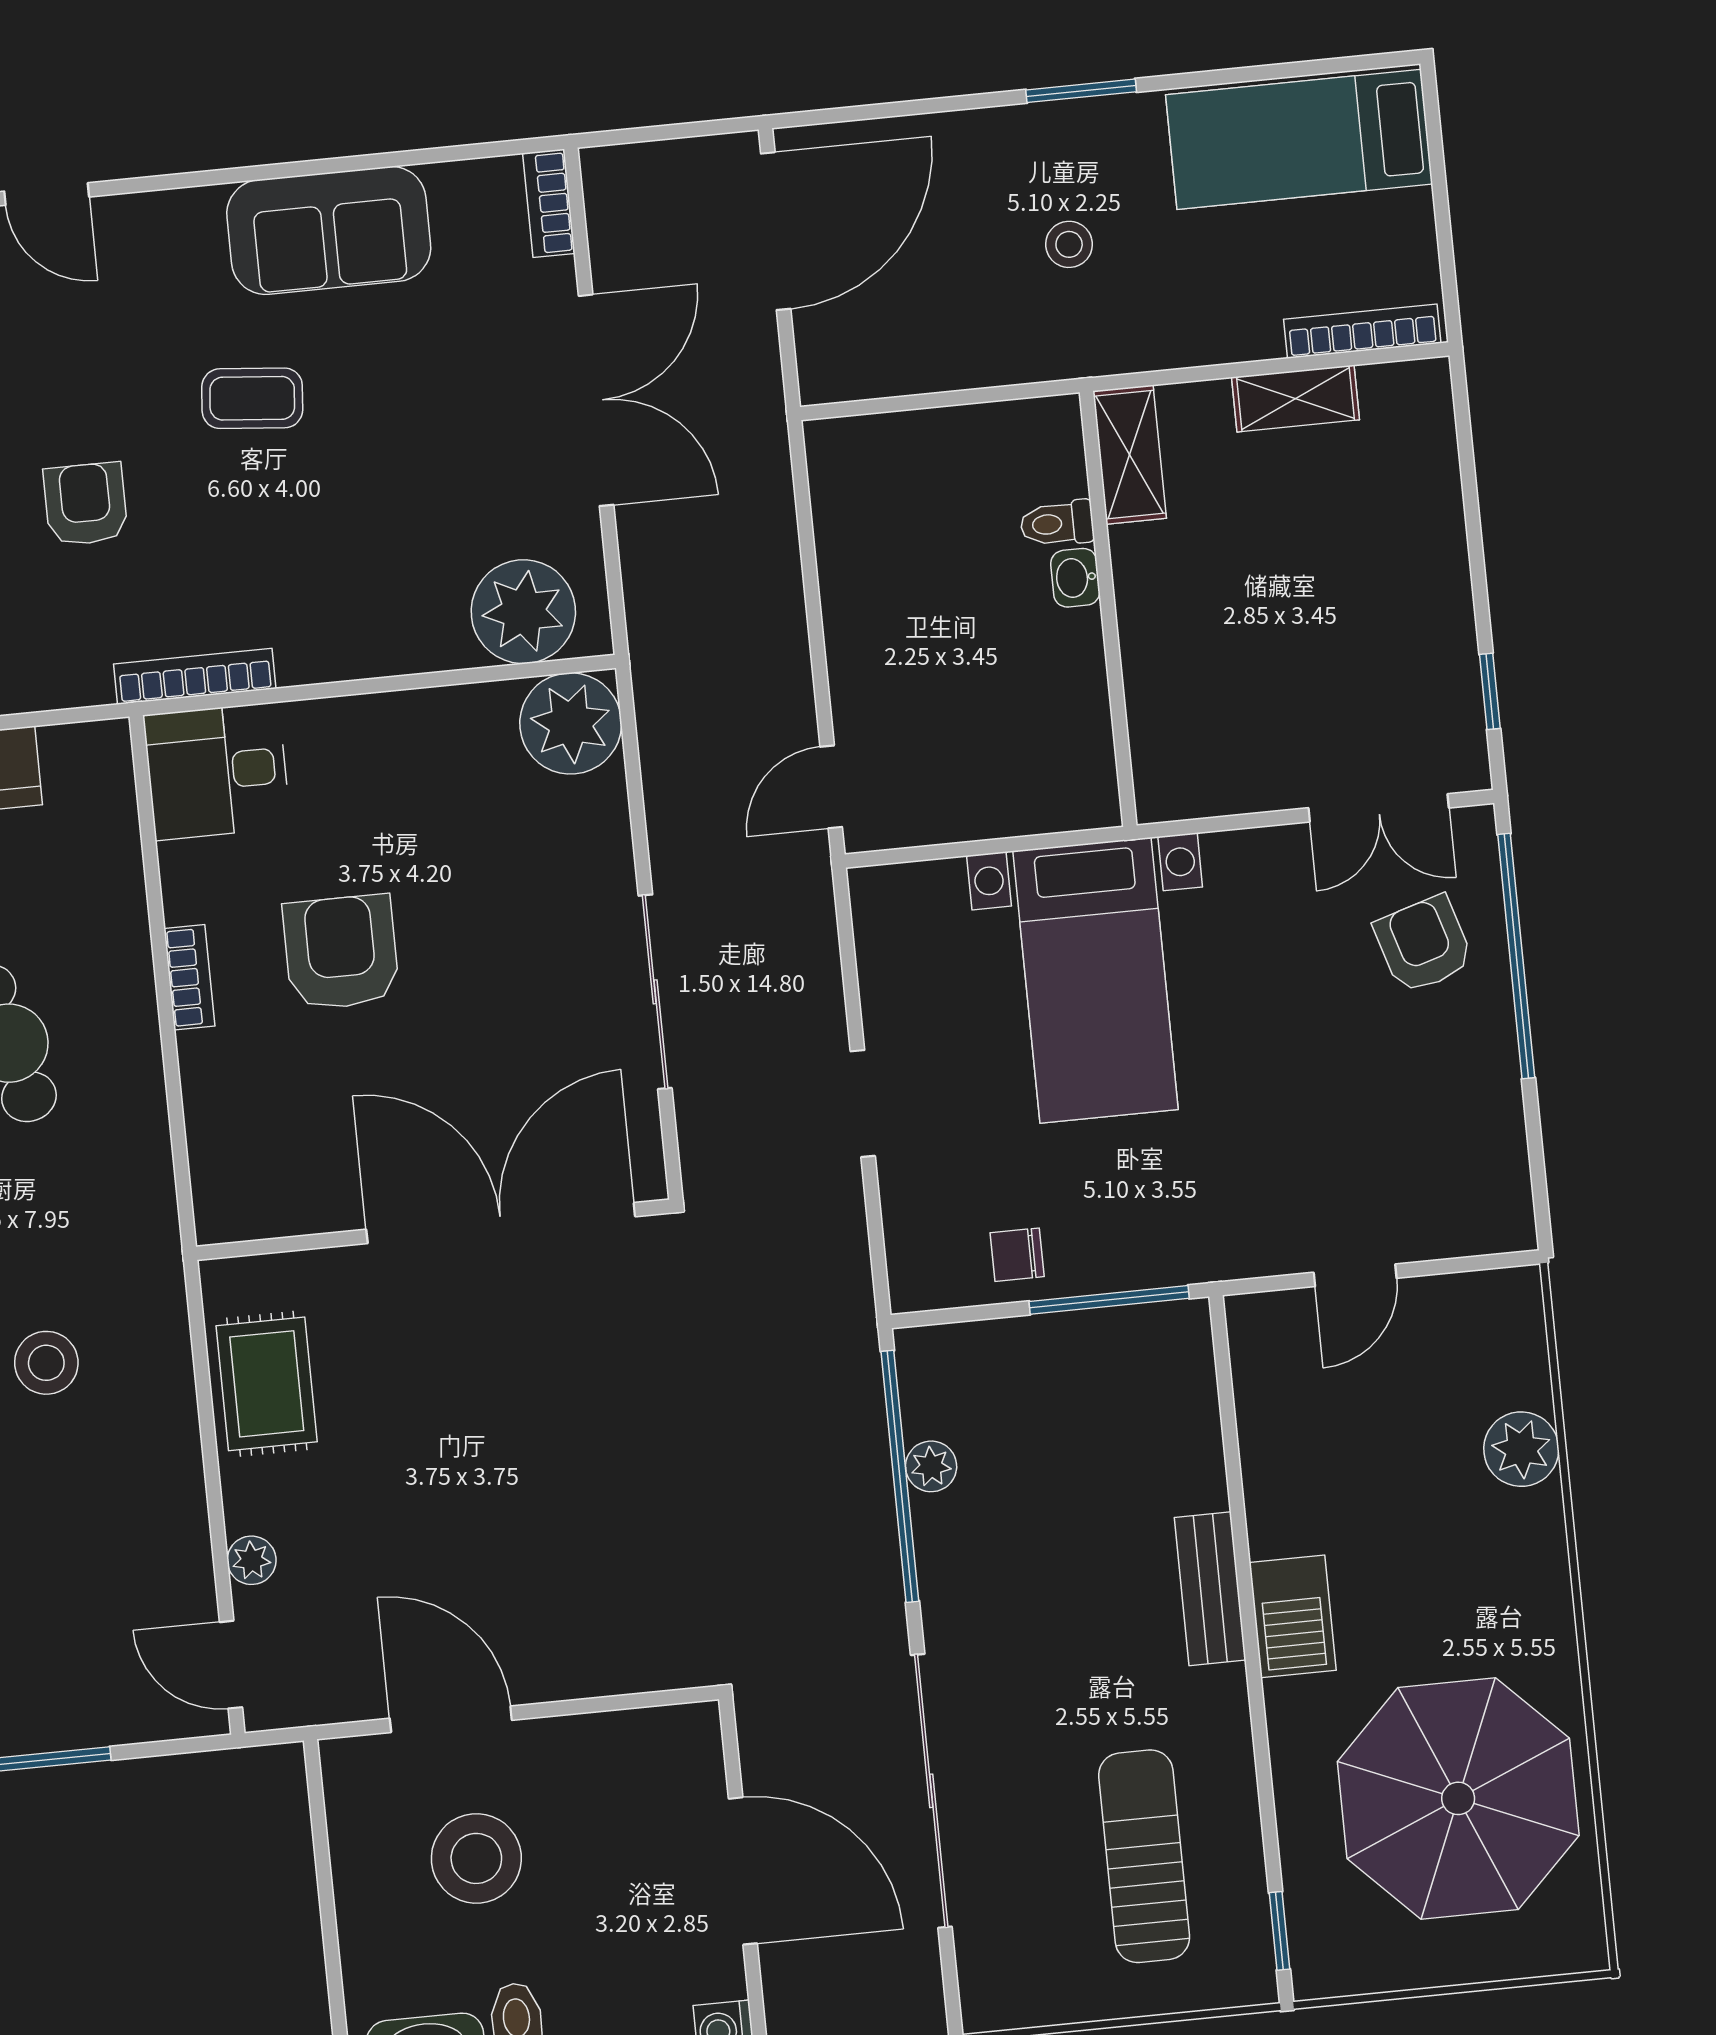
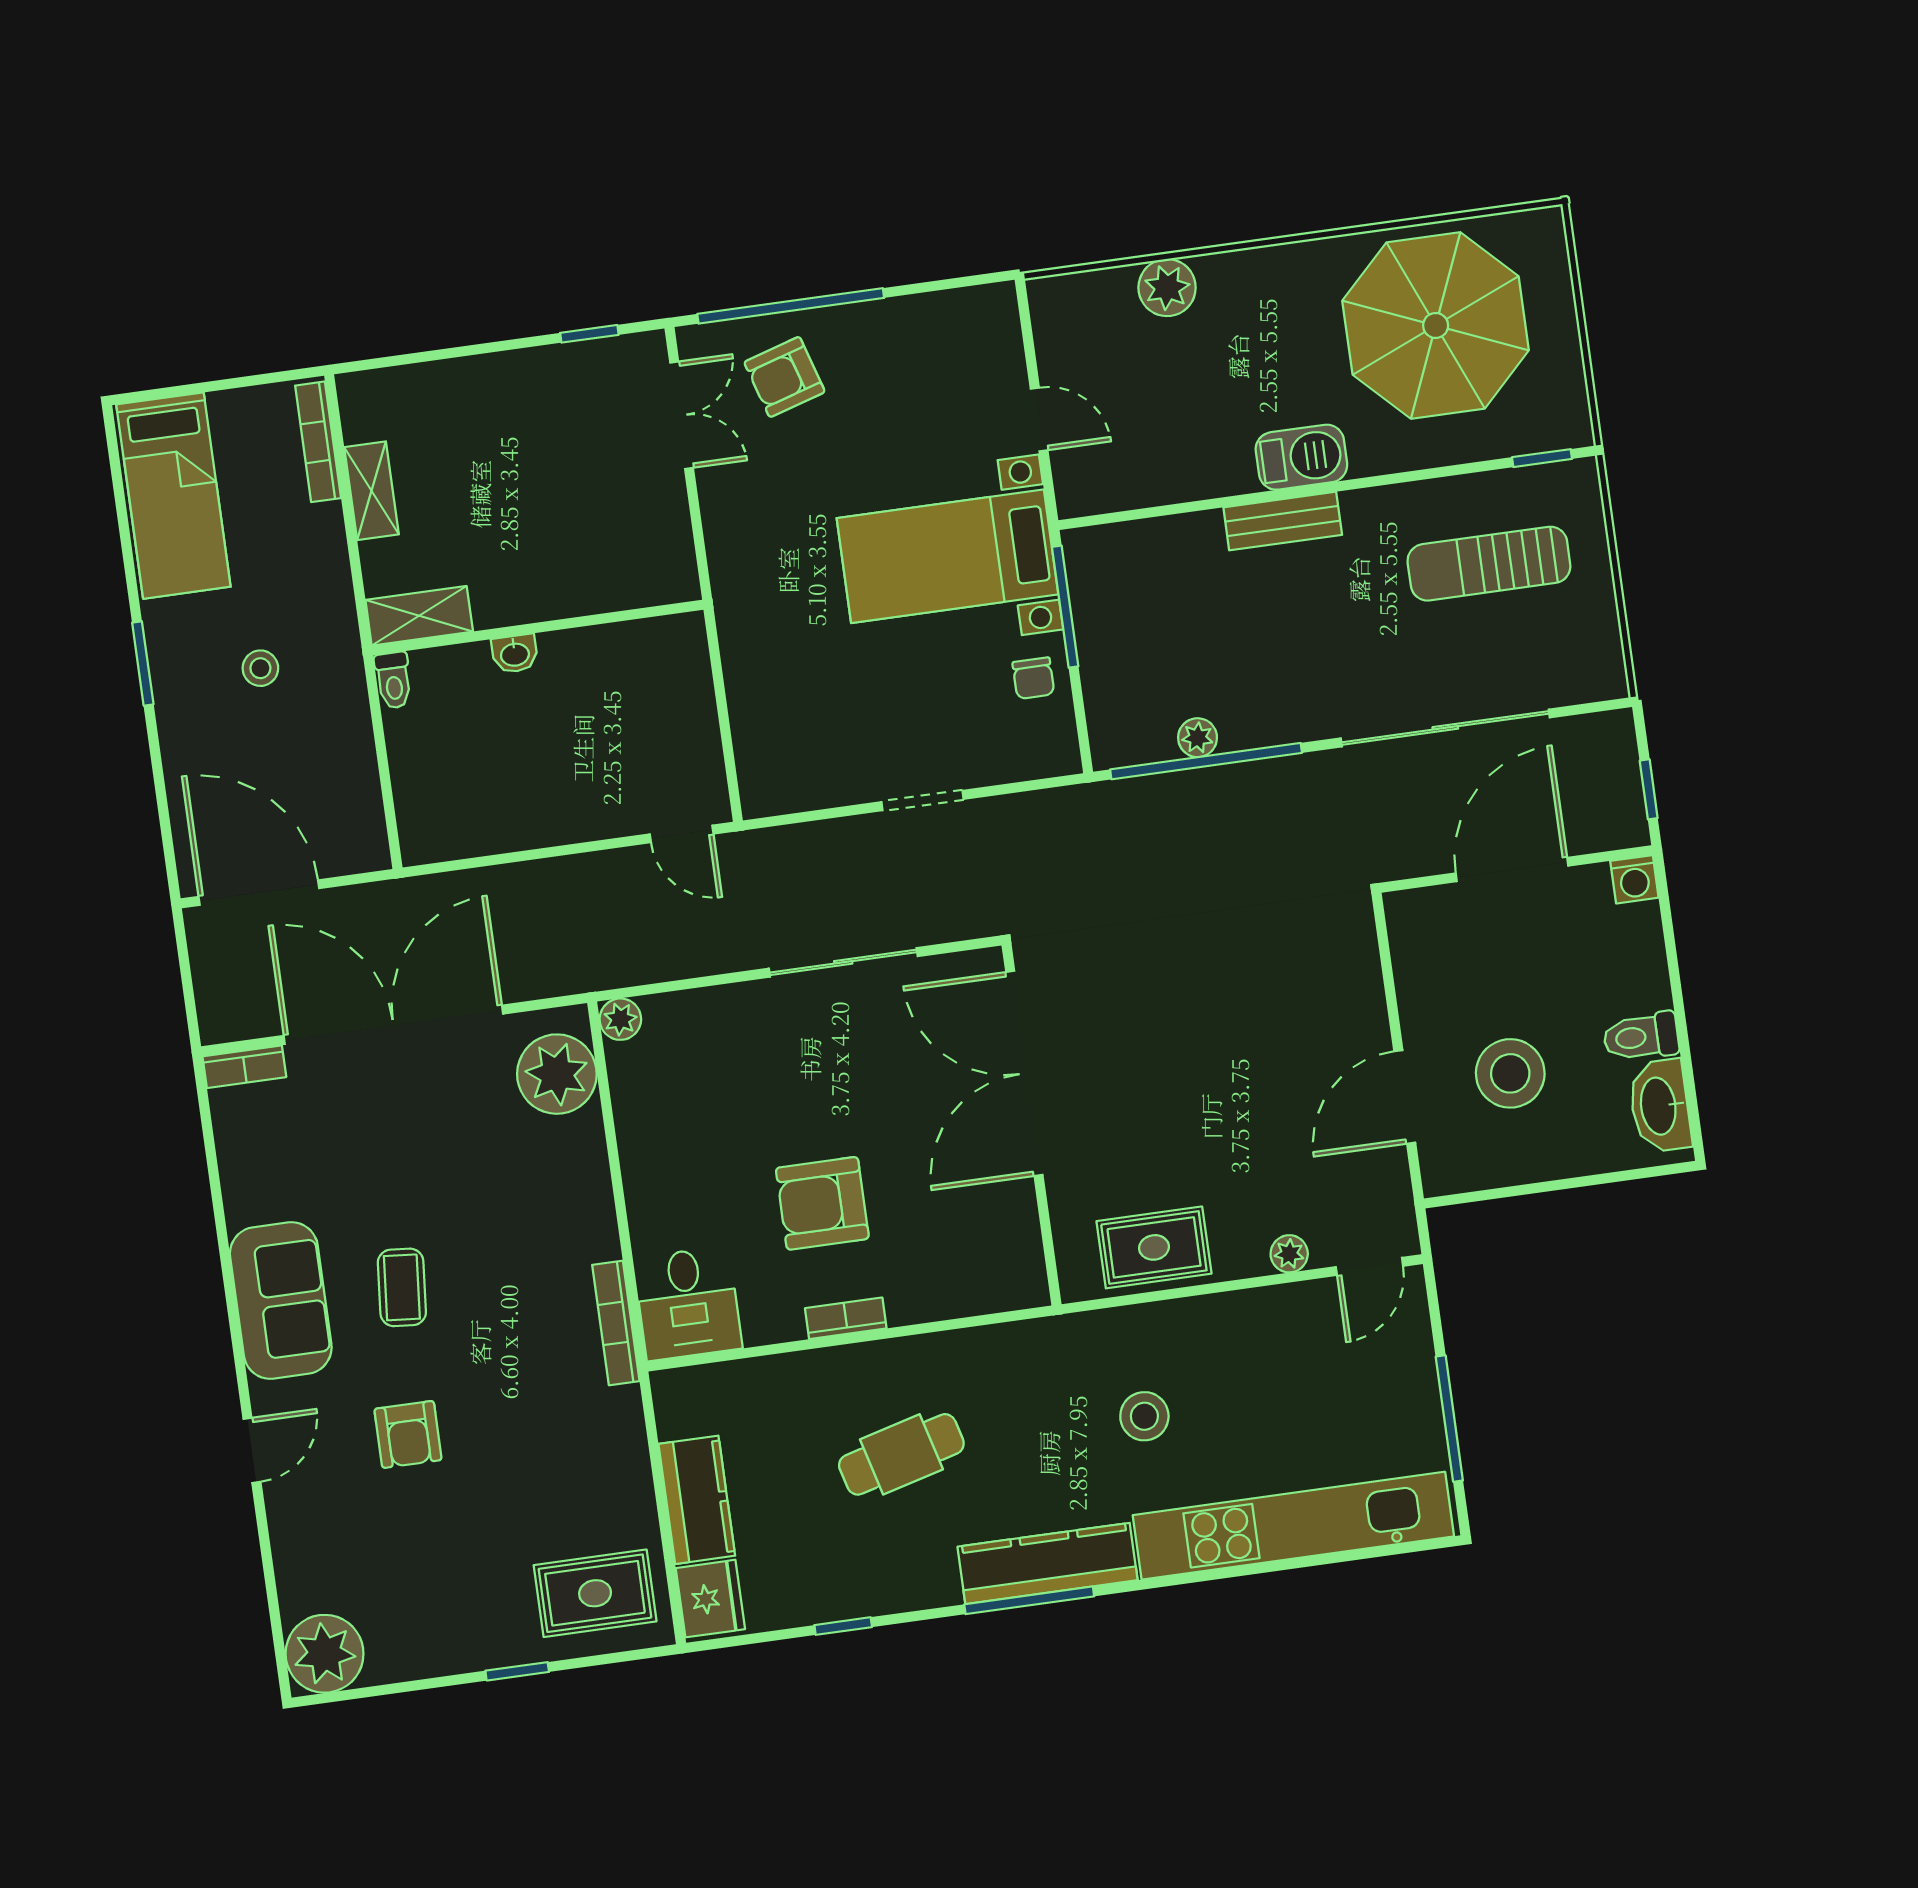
sofa: (329, 230) -> (281, 1300), moved
double door: (596, 400) -> (393, 1025), width x1.36
armchair: (86, 504) -> (408, 1434), moved, turned -90
toilet: (1057, 523) -> (393, 680), moved
plant: (571, 723) -> (620, 1019), width x0.53, depth x0.53
bed with nightstands: (1095, 980) -> (948, 556), moved, turned 180

